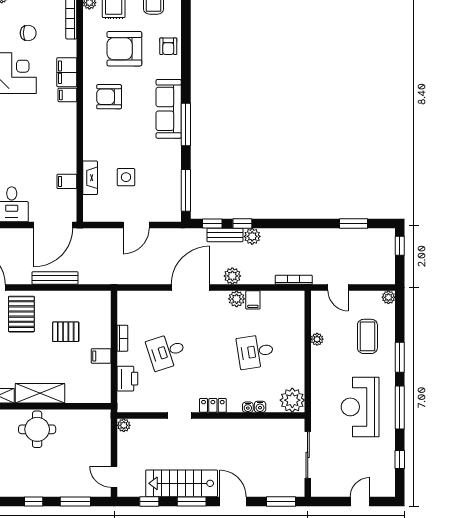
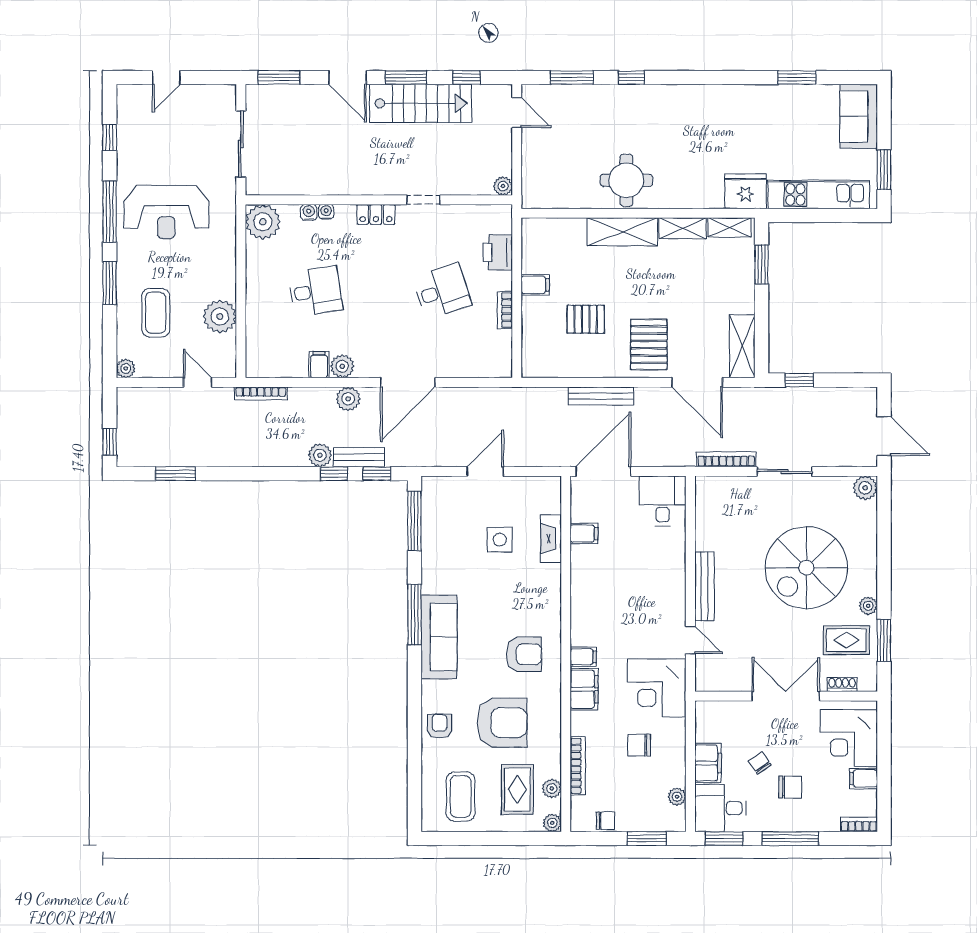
plant: (317, 339) -> (220, 316), width x1.87, depth x1.87
reception desk: (360, 407) -> (166, 212), turned 90

